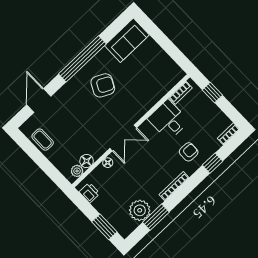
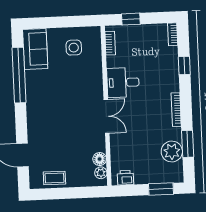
window: (82, 59) -> (19, 75), moved
side table: (153, 68) -> (74, 48), added
armchair: (103, 85) -> (53, 97), removed
desk: (168, 120) -> (123, 82), moved
armchair: (189, 152) -> (160, 76), removed
floor lamp: (108, 163) -> (115, 144), removed

